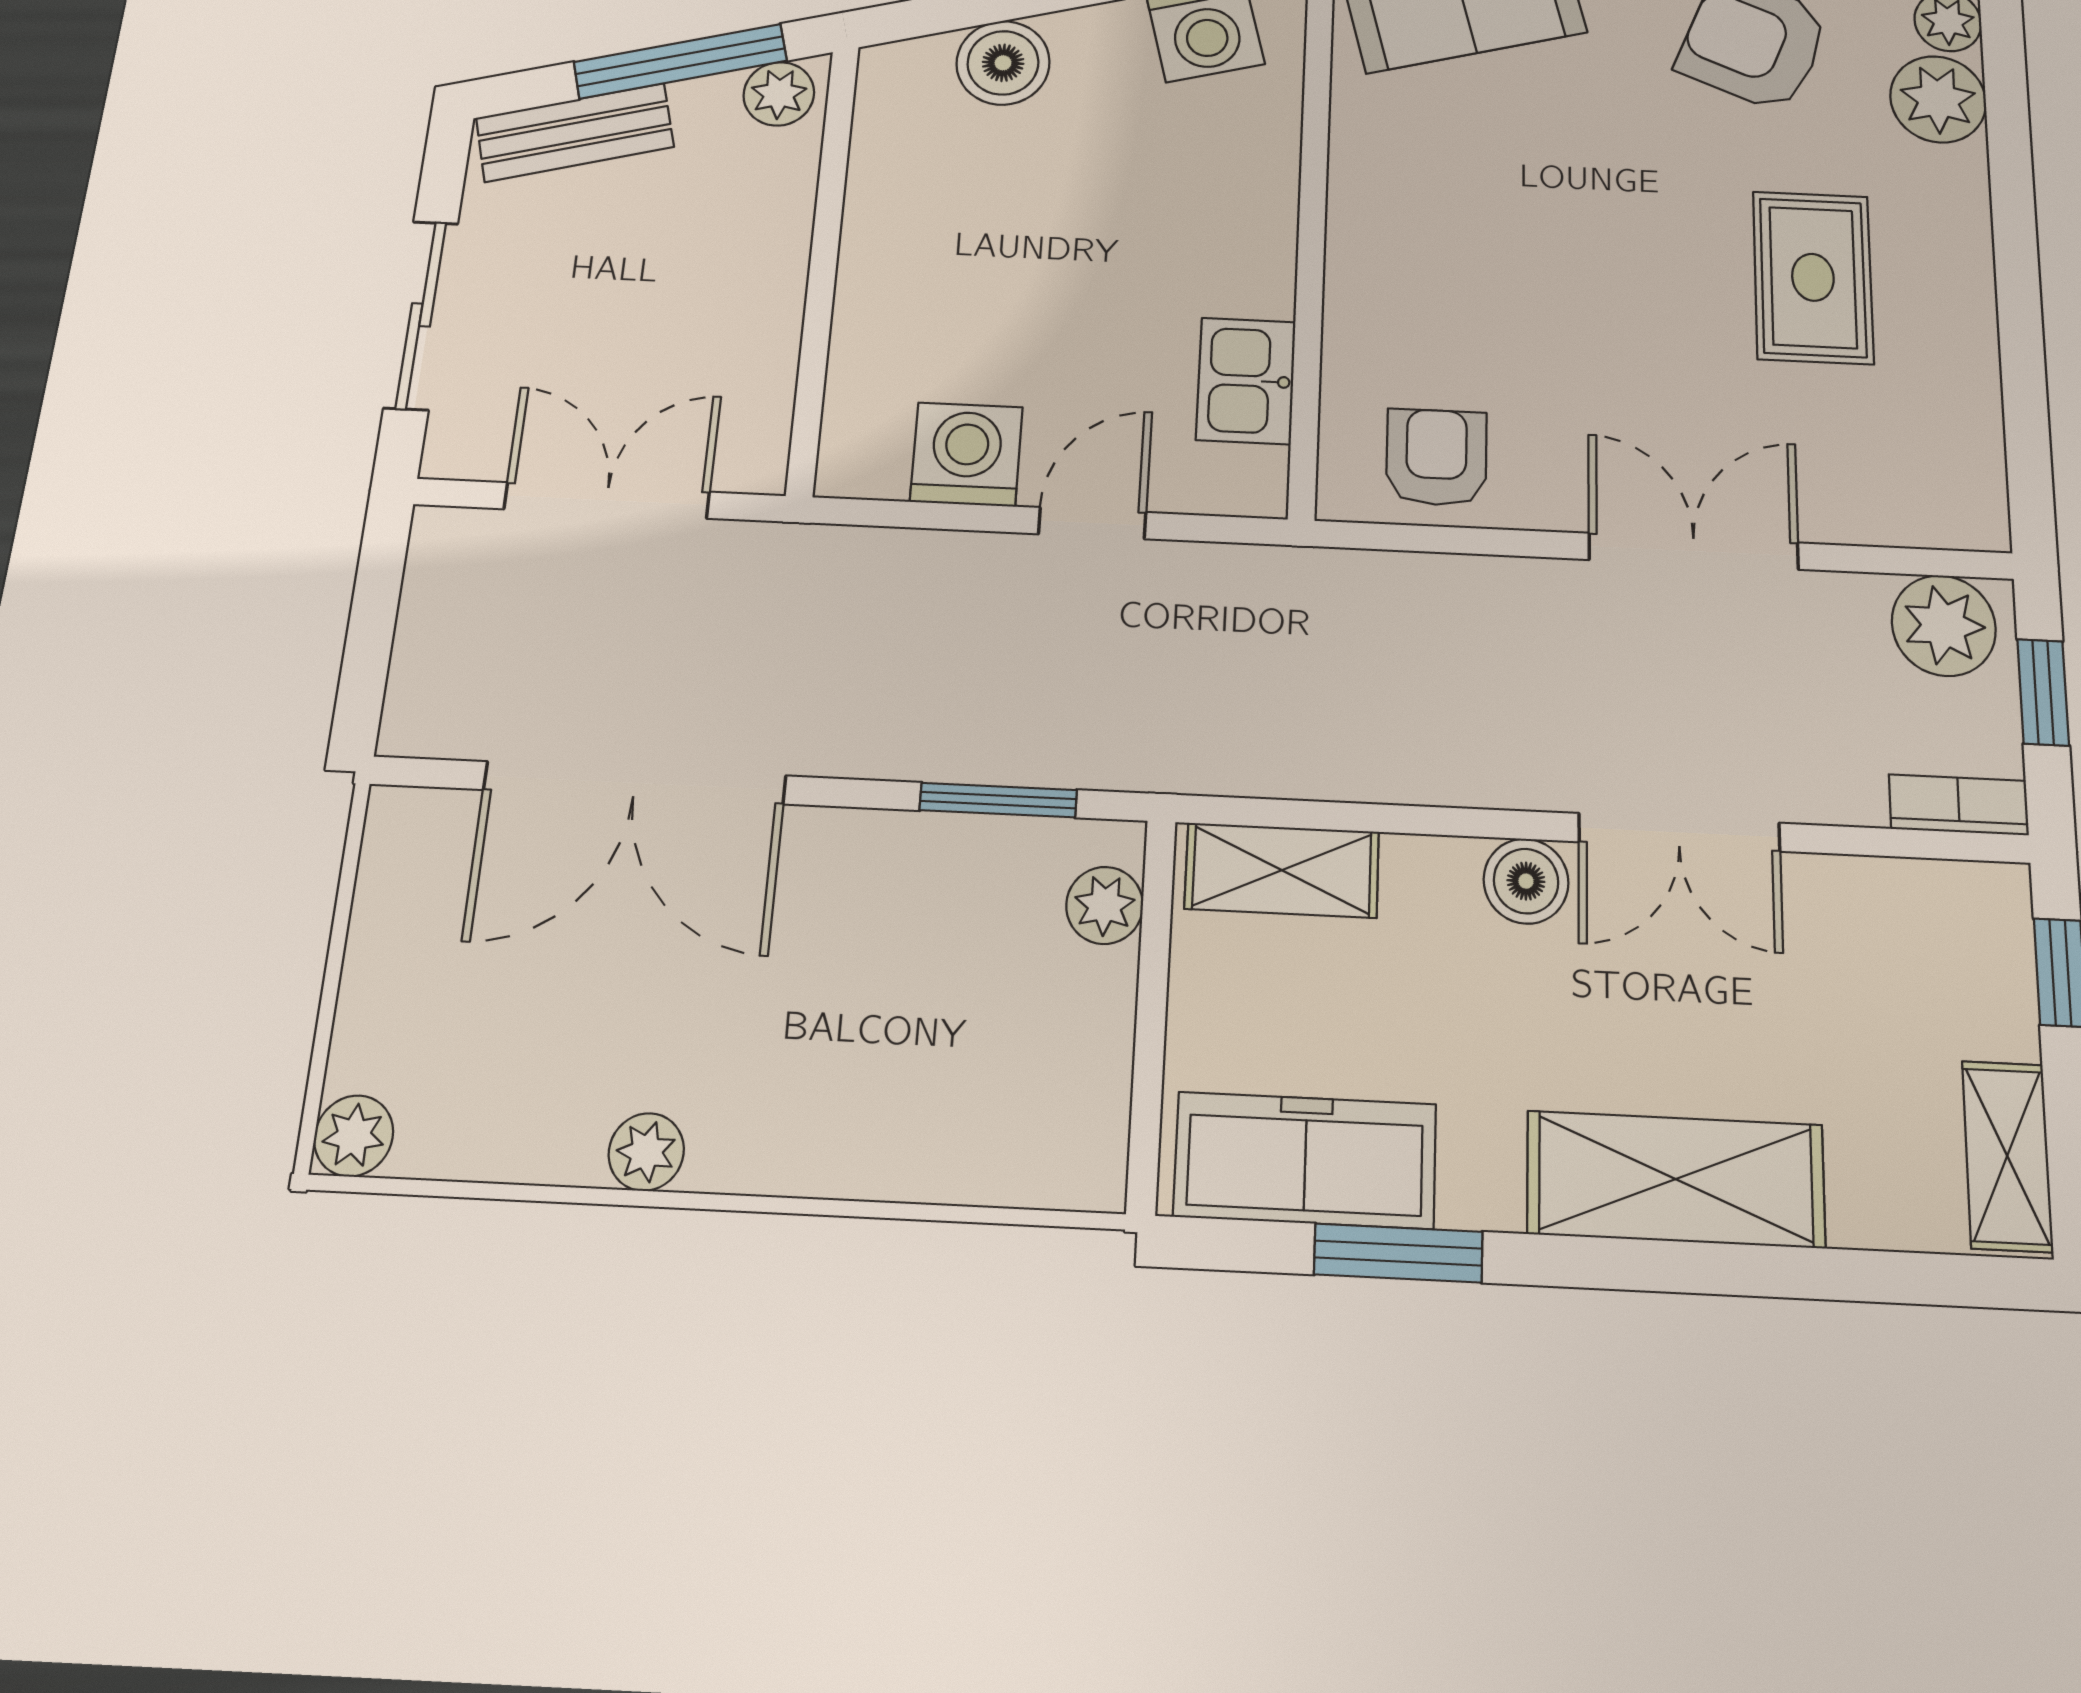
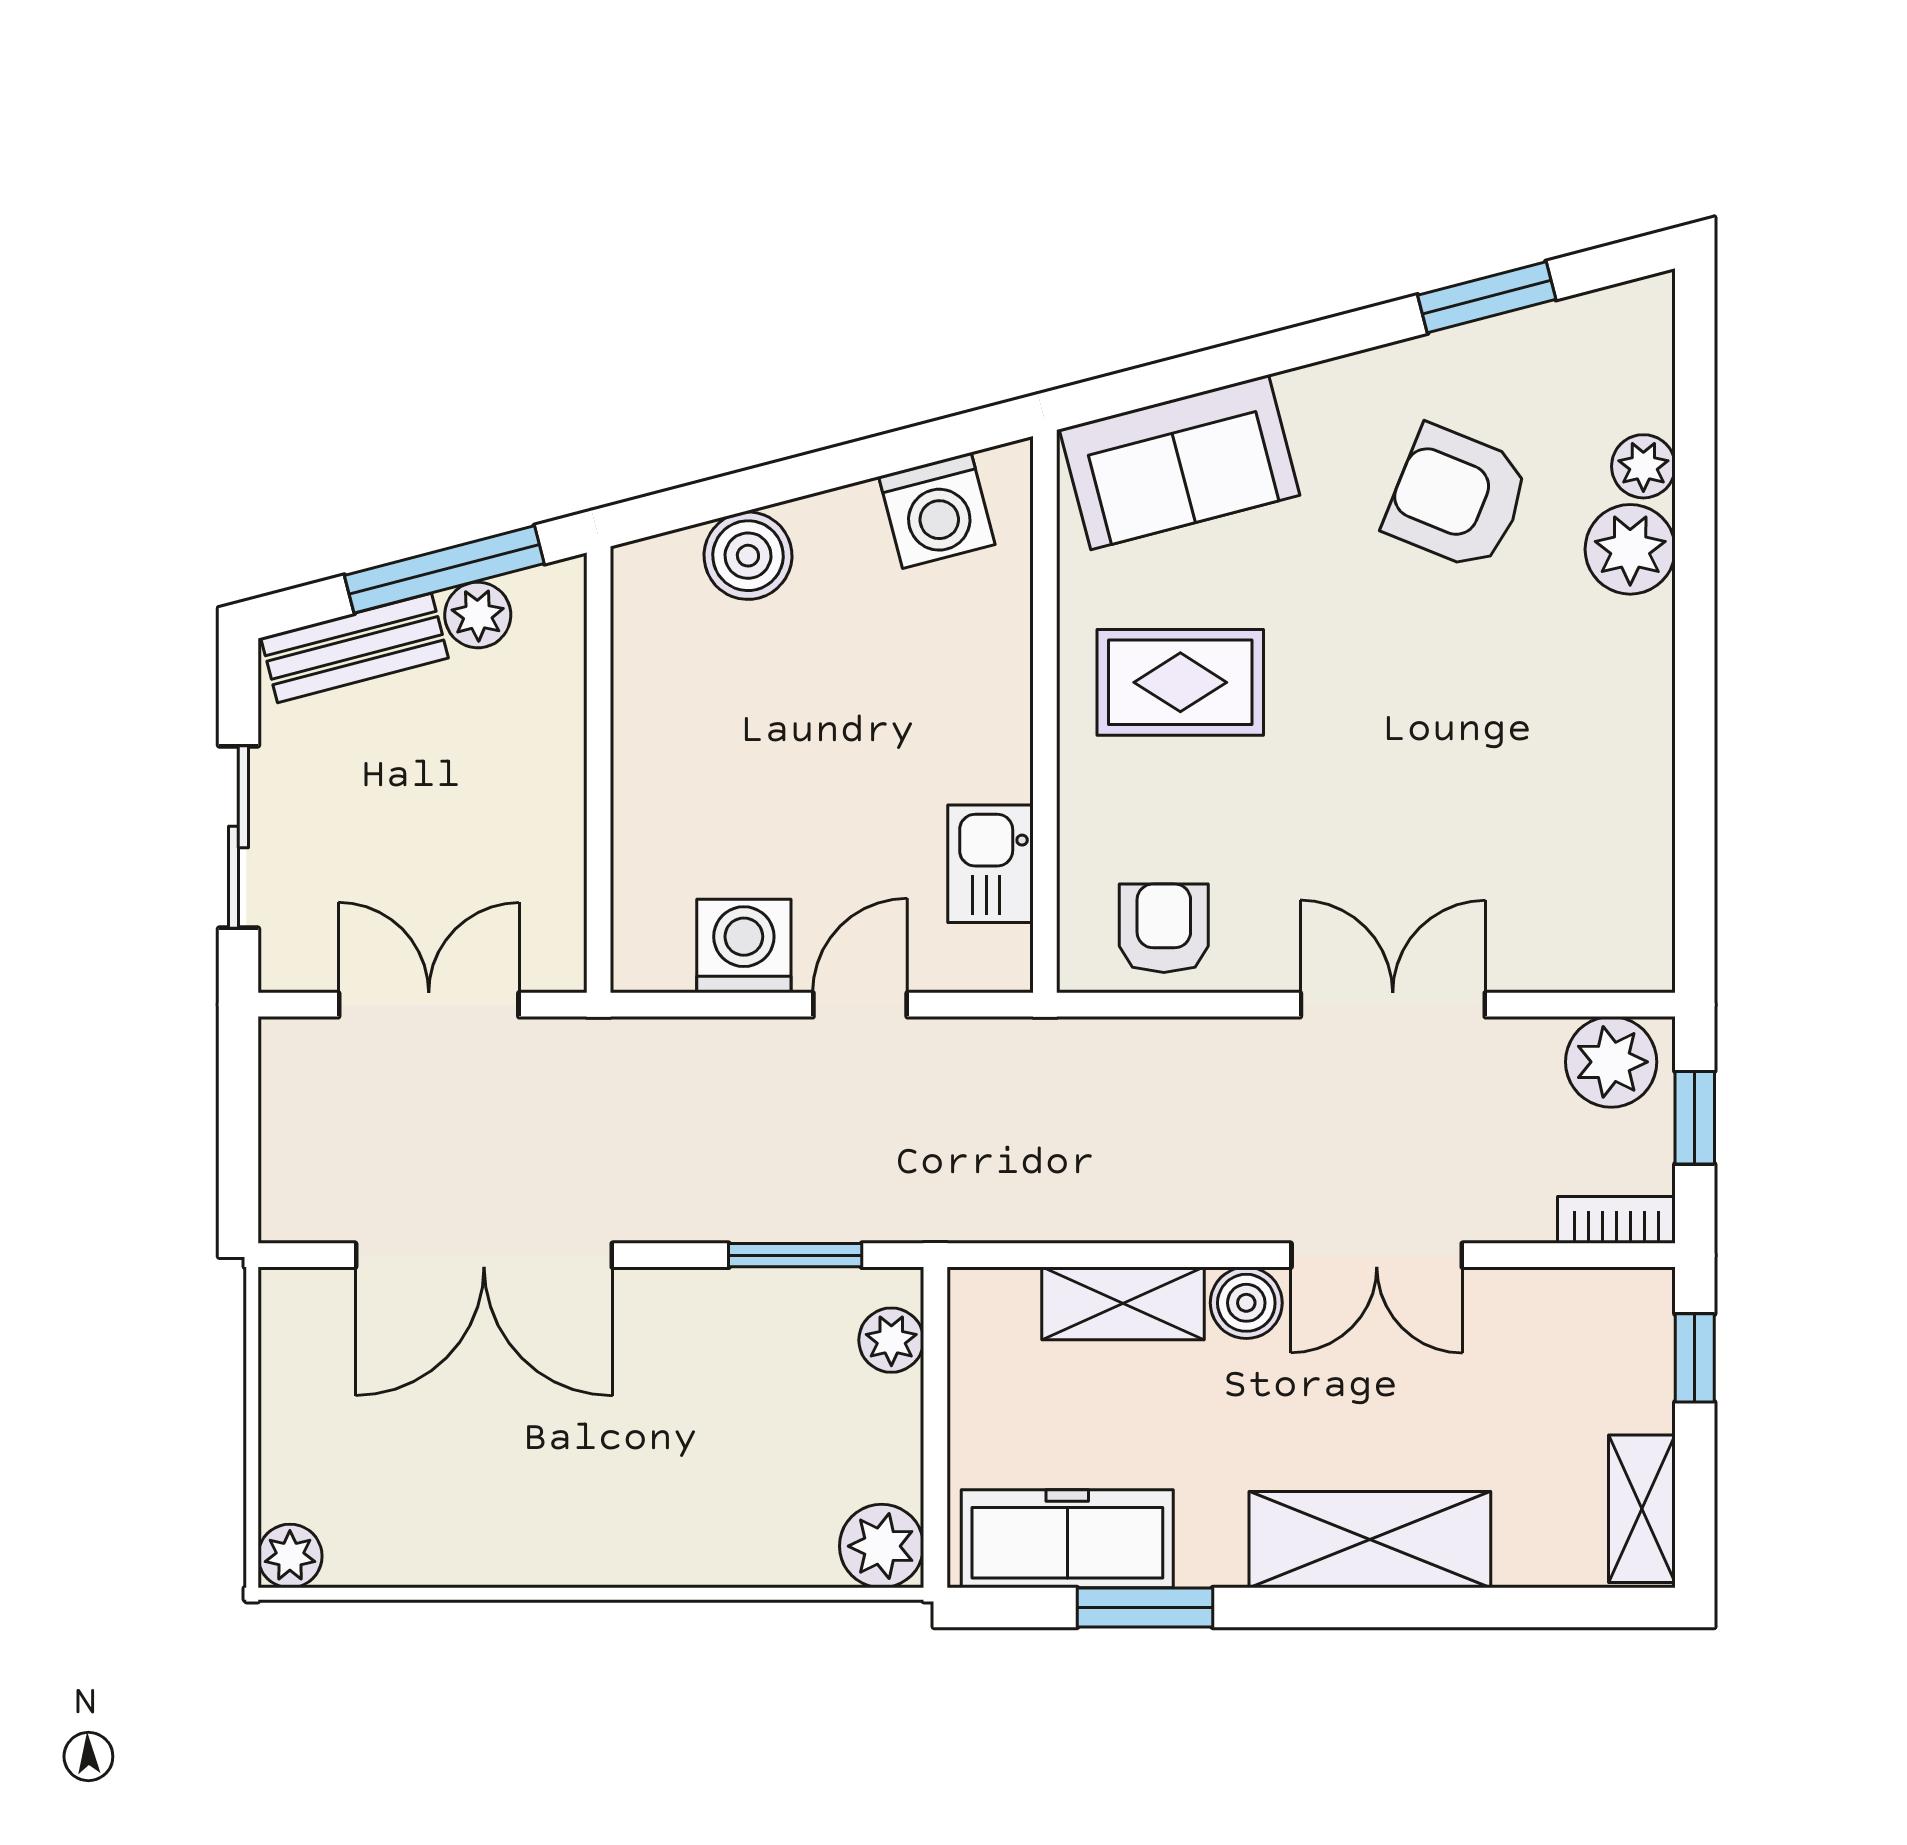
plant: (779, 94) -> (478, 615), moved
rug: (1813, 277) -> (1180, 682), moved, turned 90
shelving: (1282, 870) -> (1123, 1303), moved
plant: (646, 1152) -> (882, 1546), moved, width x1.38, depth x1.38

